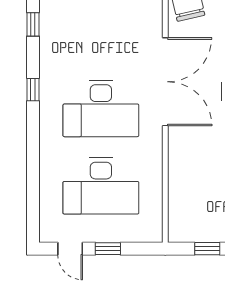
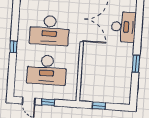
window: (33, 90) -> (13, 47), moved

